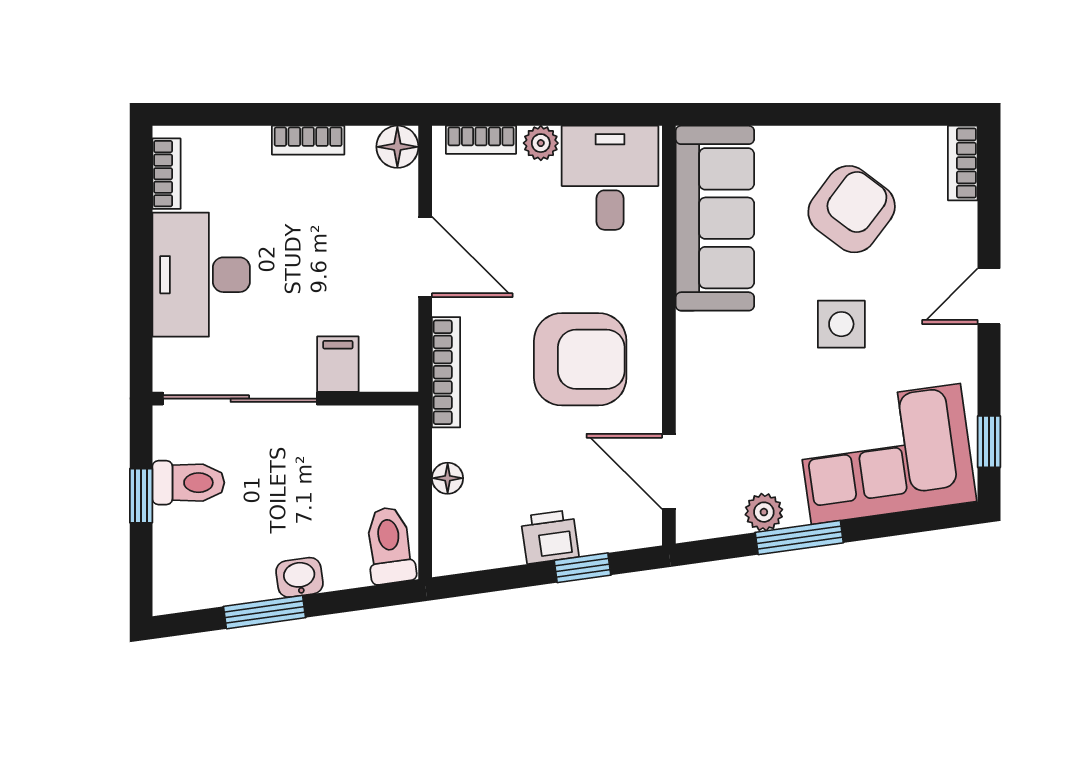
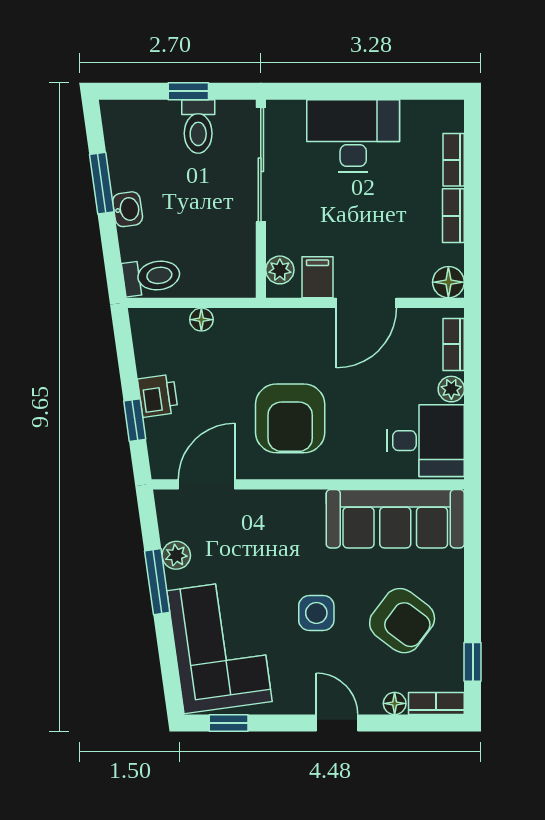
window: (907, 114) -> (473, 662), added
bookcase: (166, 174) -> (454, 160), moved, turned 90
floor lamp: (963, 219) -> (395, 703), added
filing cabinet: (338, 364) -> (317, 277), moved, turned -90
bookcase: (446, 372) -> (280, 318), removed
plant: (381, 373) -> (280, 270), added

